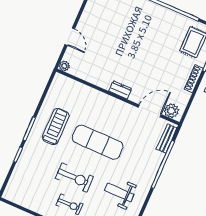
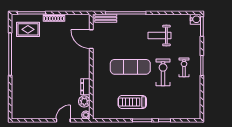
dresser: (120, 90) -> (85, 87), moved
plant: (171, 111) -> (84, 101), moved
exercise mat: (98, 142) -> (130, 67), turned 90
weight bench: (119, 192) -> (160, 36), turned 90

